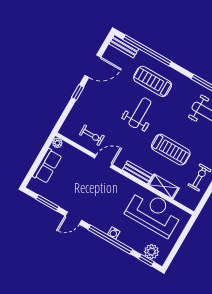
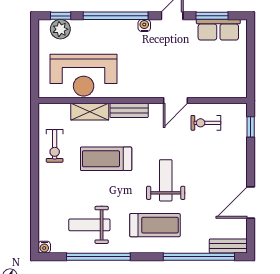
treadmill: (153, 81) -> (155, 225), moved
window: (78, 92) -> (251, 127), moved
weight bench: (140, 113) -> (166, 180), turned 180
plant: (57, 143) -> (240, 91), removed
row of seats: (47, 166) -> (218, 30), moved, turned -90
water cooler: (114, 233) -> (144, 25), moved

